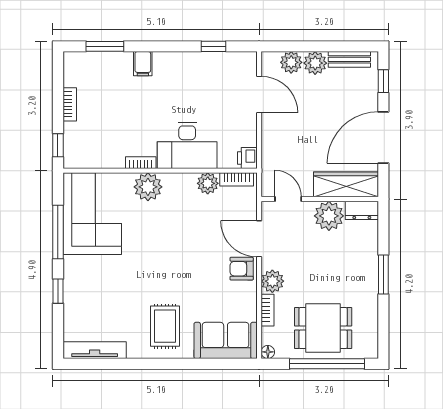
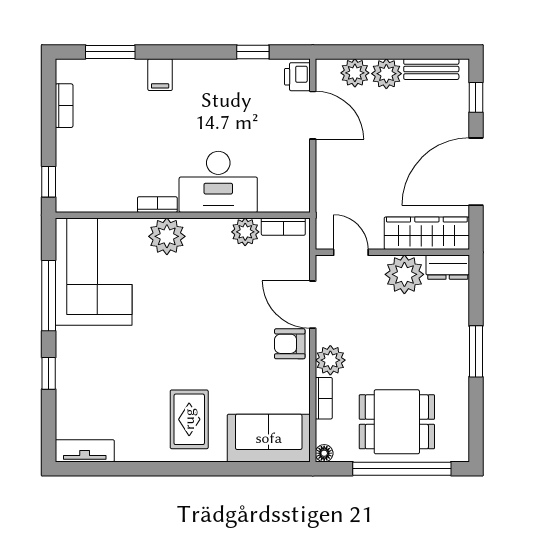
bookcase: (70, 104) -> (64, 106), moved
printer: (247, 158) -> (297, 77), moved
tv unit: (95, 350) -> (85, 451), width x0.71

